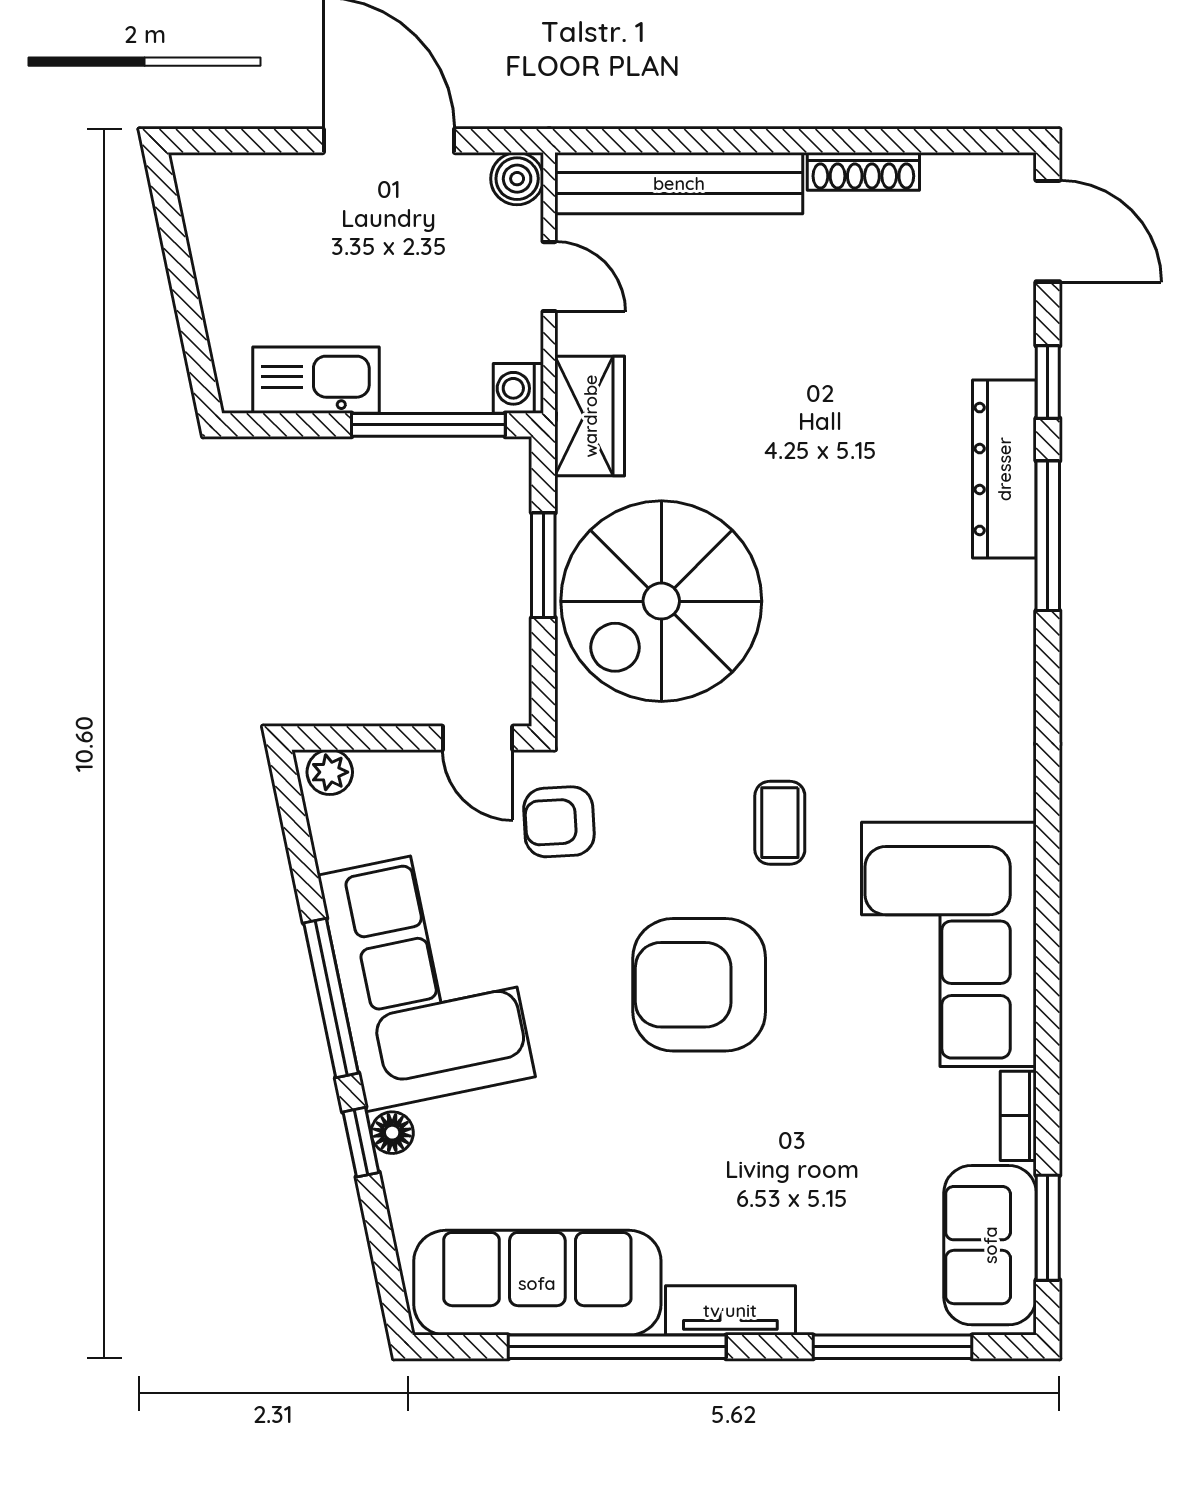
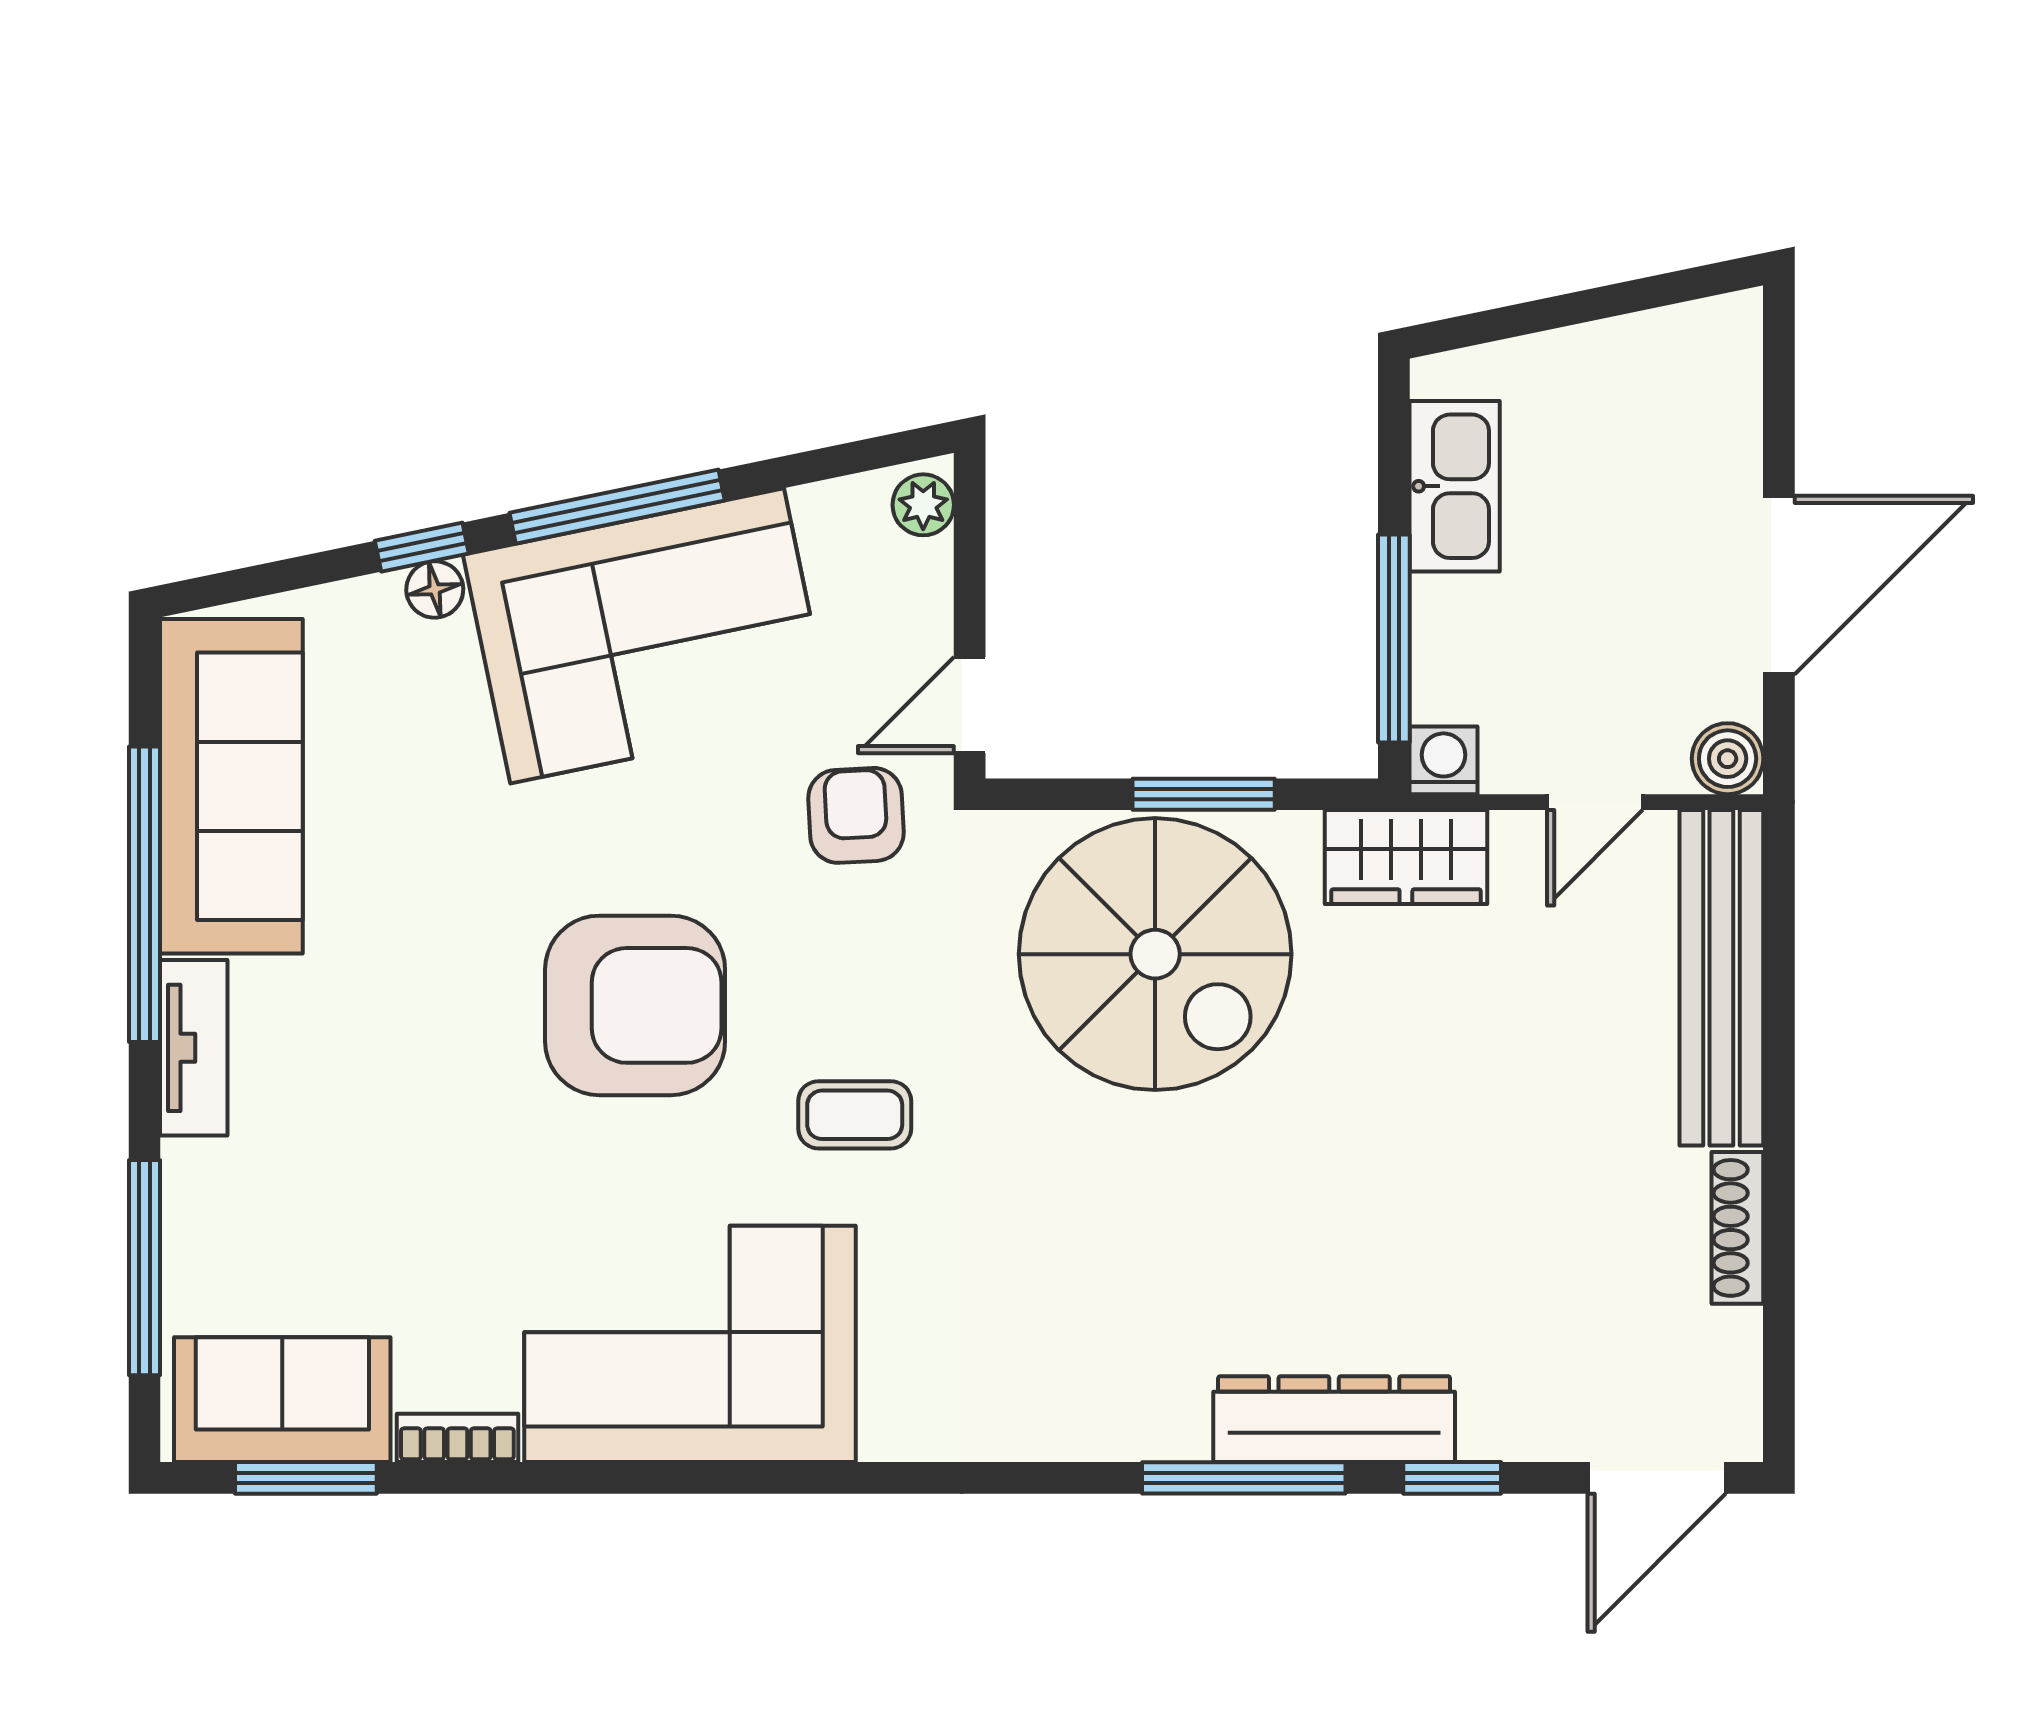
spiral stairs: (661, 601) -> (1155, 954), turned 180
armchair: (699, 985) -> (635, 1005), turned 90

